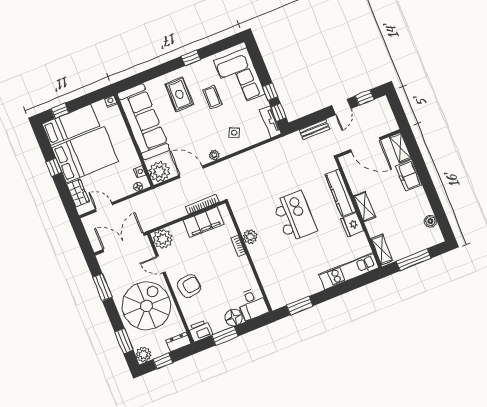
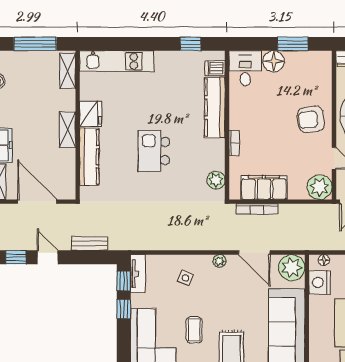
door: (341, 107) -> (48, 257), hinge flipped
nightstand: (140, 172) -> (320, 283), width x1.89, depth x1.79
kitchen island: (295, 216) -> (154, 151), width x0.73, depth x0.78
plant: (250, 237) -> (216, 180), moved
kitchen counter: (263, 266) -> (215, 108), added
dishwasher: (275, 295) -> (215, 68), added
window: (300, 306) -> (191, 44), width x0.67
printer: (200, 331) -> (319, 61), removed

